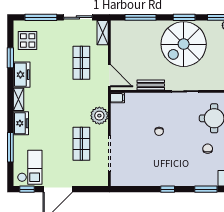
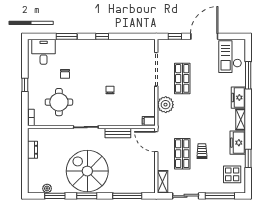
spiral stairs: (184, 44) -> (87, 171), turned -90
trolley: (60, 65) -> (202, 151), added
window: (27, 189) -> (175, 36), moved

